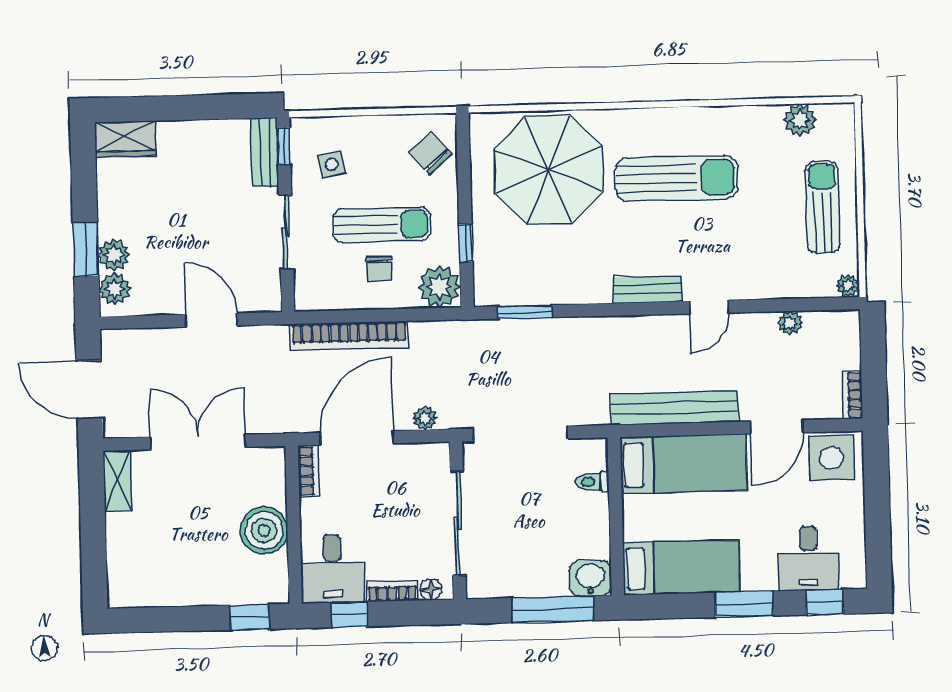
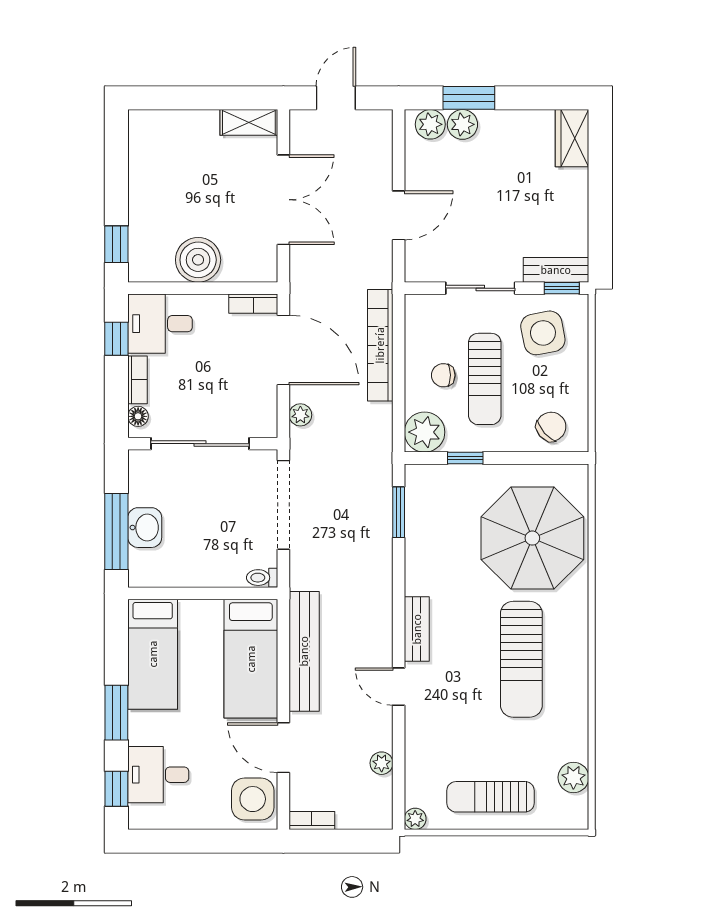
side table: (332, 164) -> (543, 333), width x1.87, depth x1.87
sun lounger: (823, 207) -> (491, 797), turned 180
door: (89, 389) -> (336, 98), width x0.73
toilet: (593, 482) -> (262, 578), moved, turned -90
washbasin: (590, 578) -> (145, 528), moved

